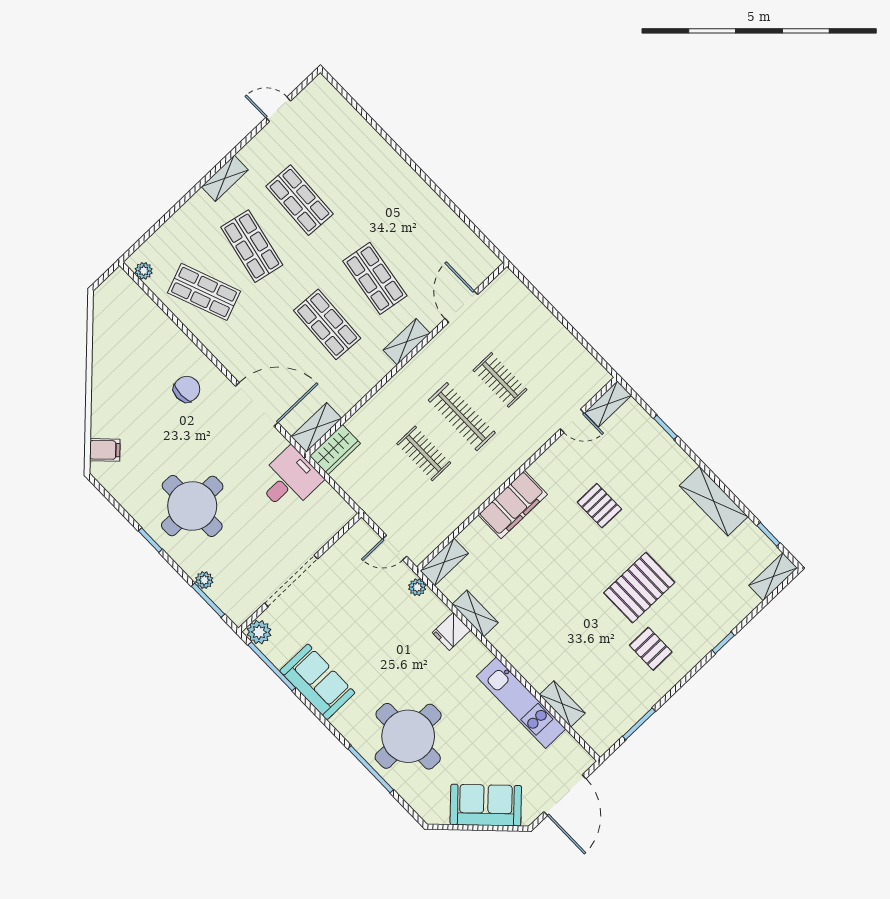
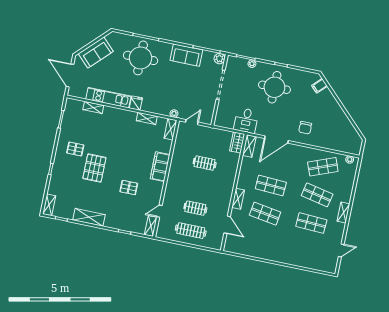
clothes rail: (462, 417) -> (191, 231), moved
fridge: (451, 631) -> (136, 103), moved

